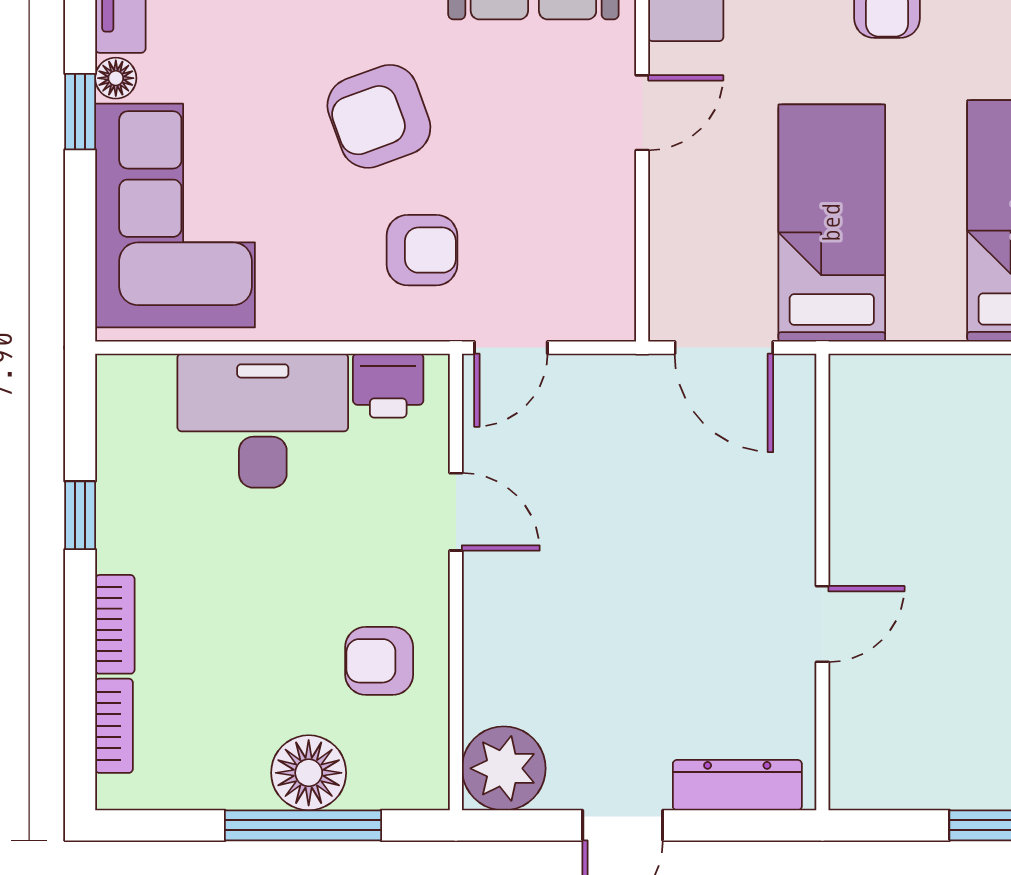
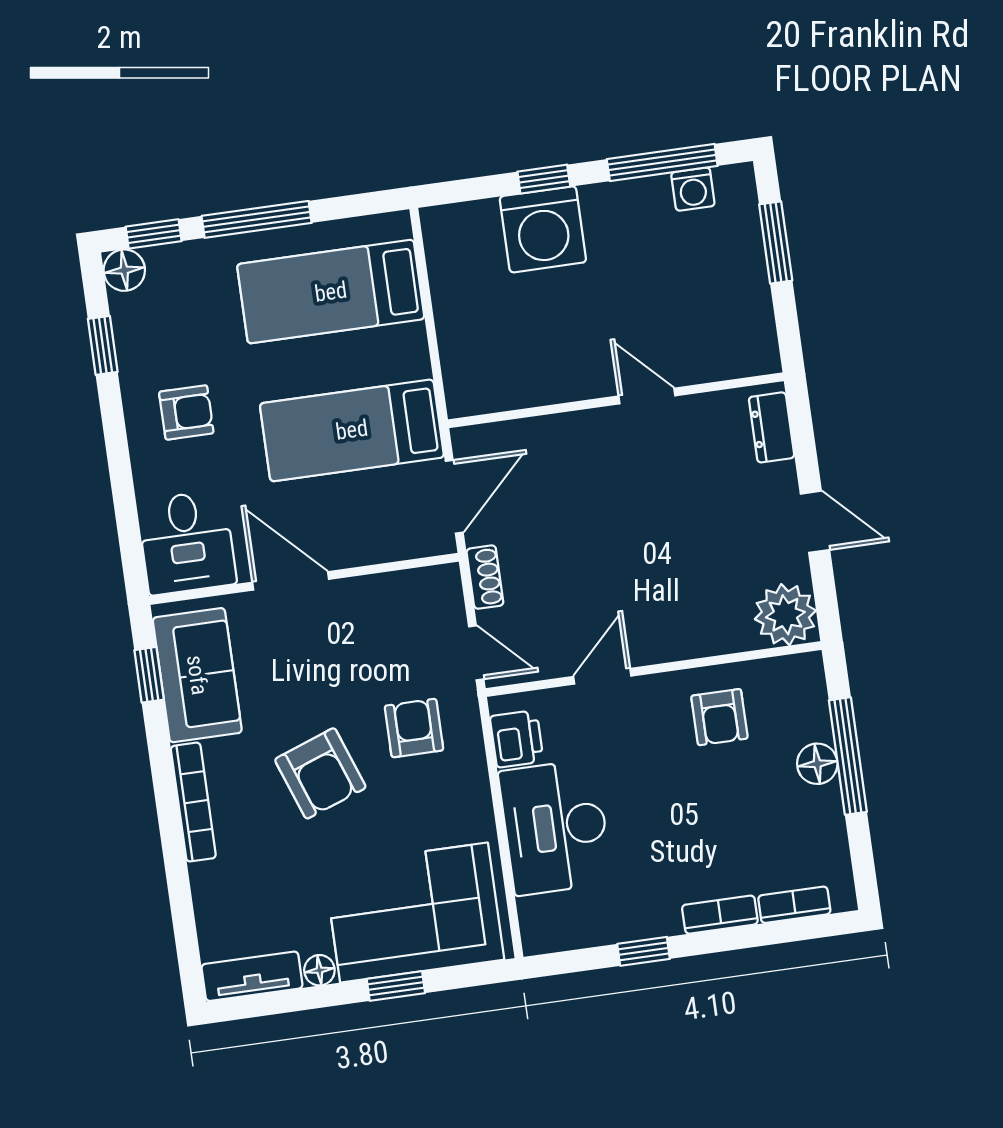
window: (80, 112) -> (396, 986), moved
door: (642, 113) -> (291, 581), width x1.37
shoe rack: (611, 374) -> (485, 577), added
floor lamp: (309, 773) -> (817, 764), width x0.73, depth x0.73
dresser: (737, 785) -> (772, 427), width x0.70

